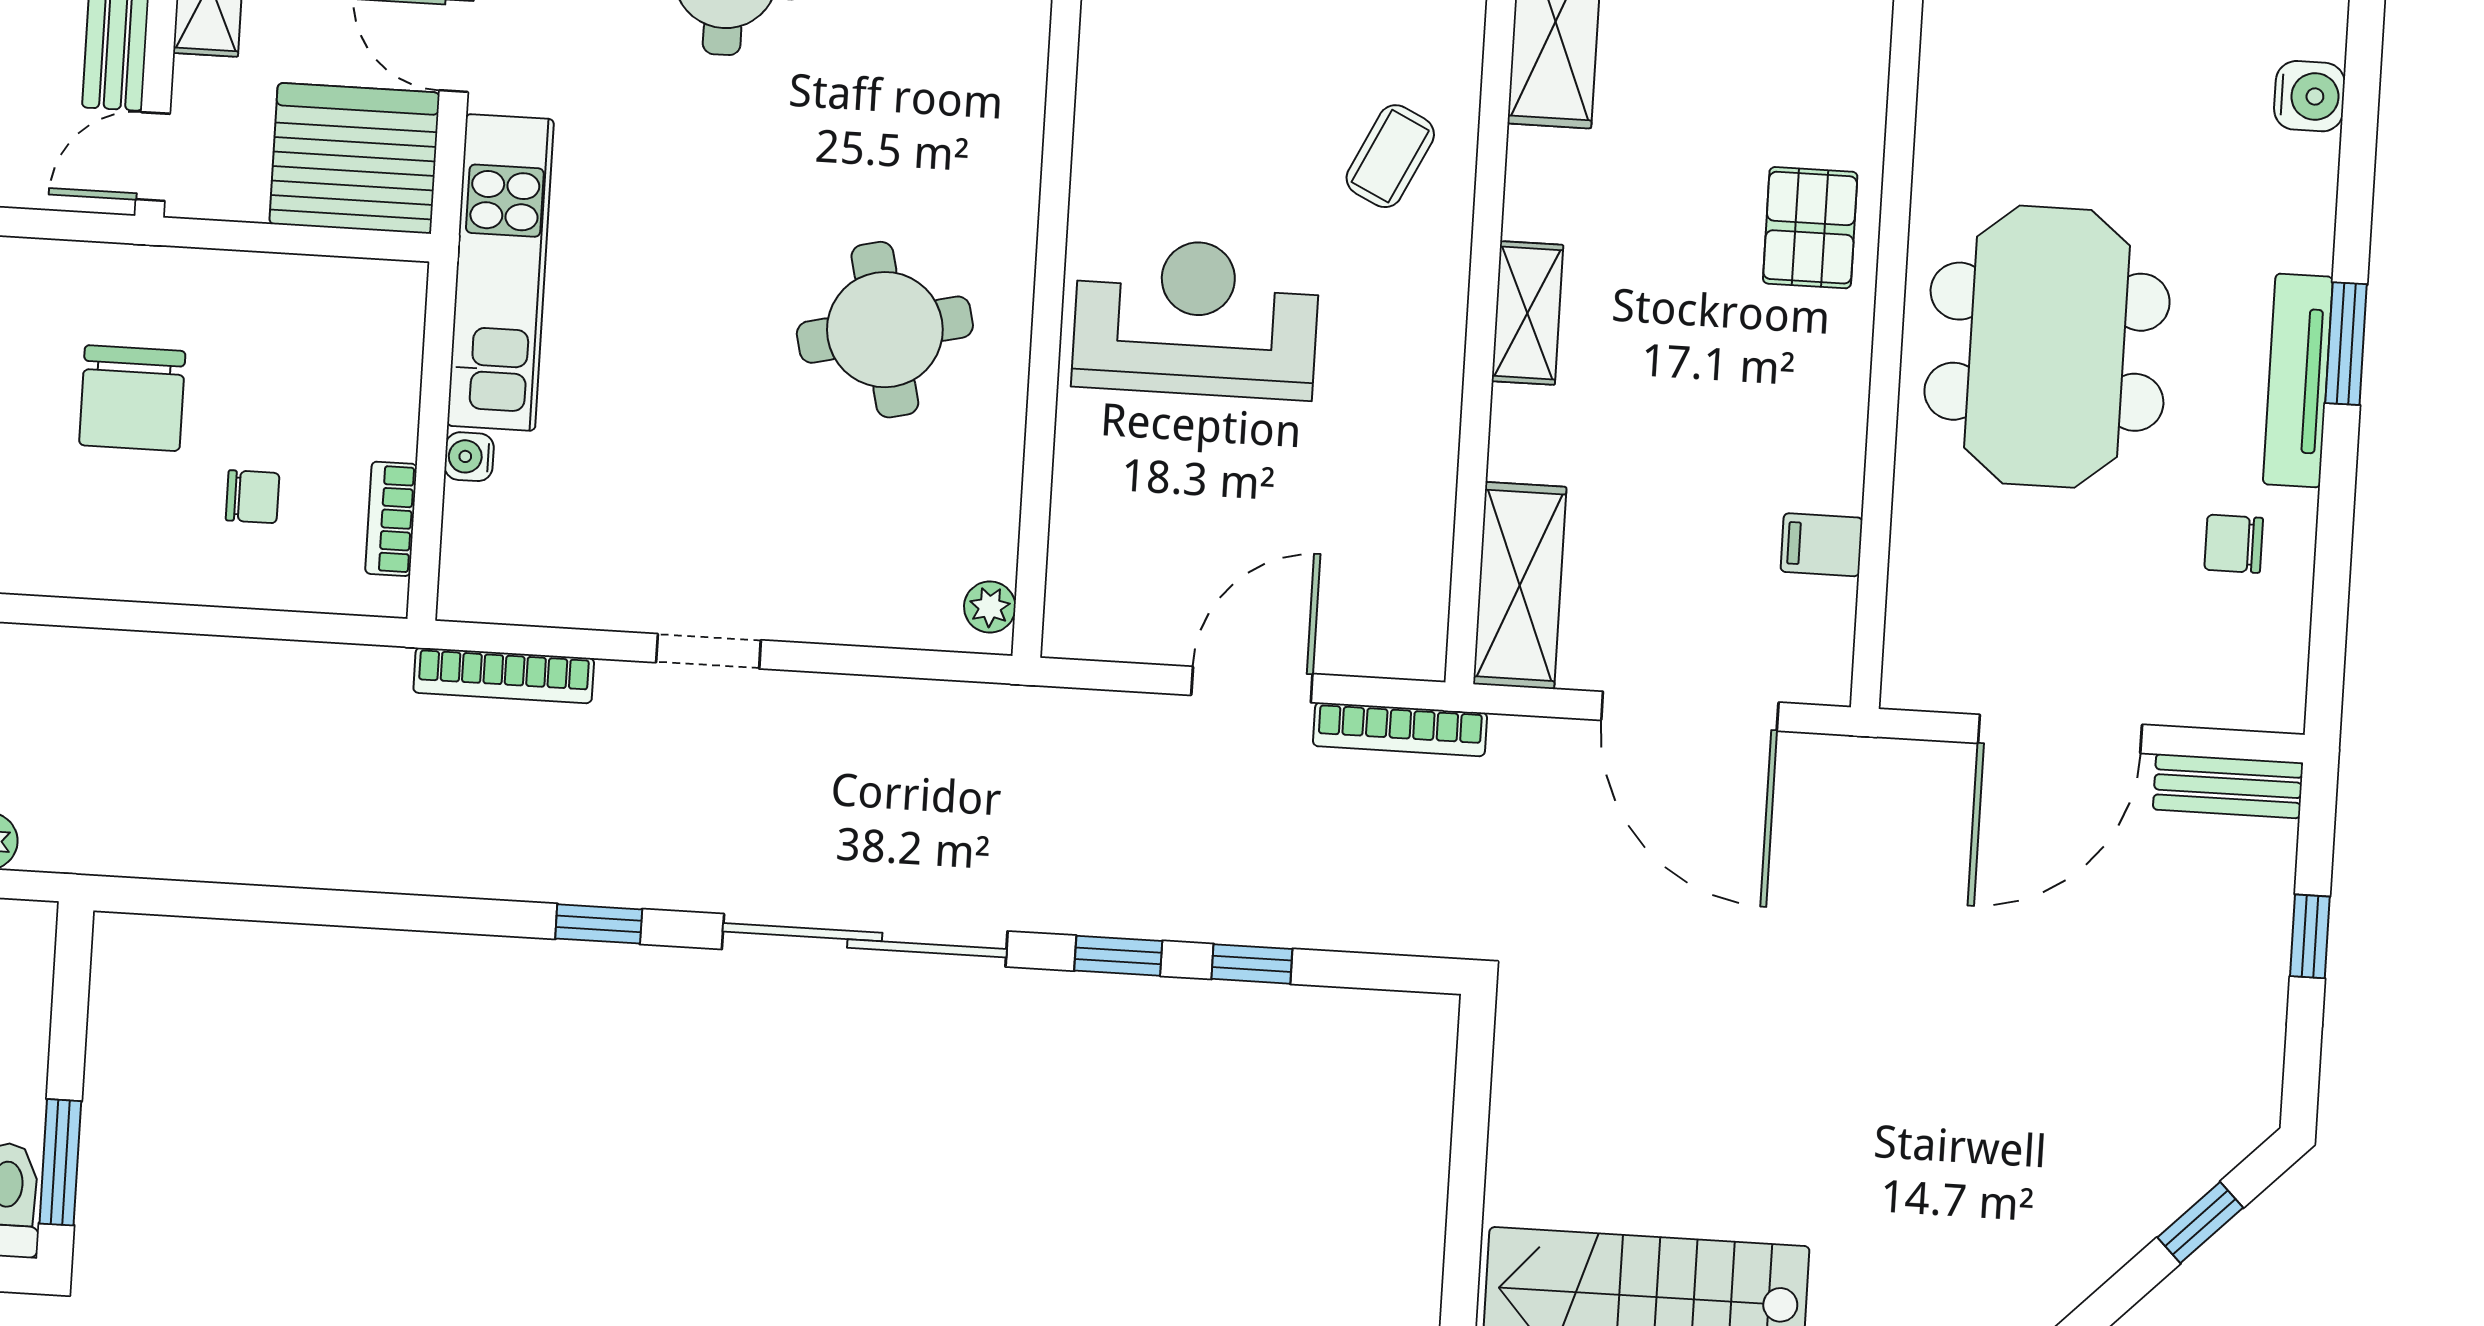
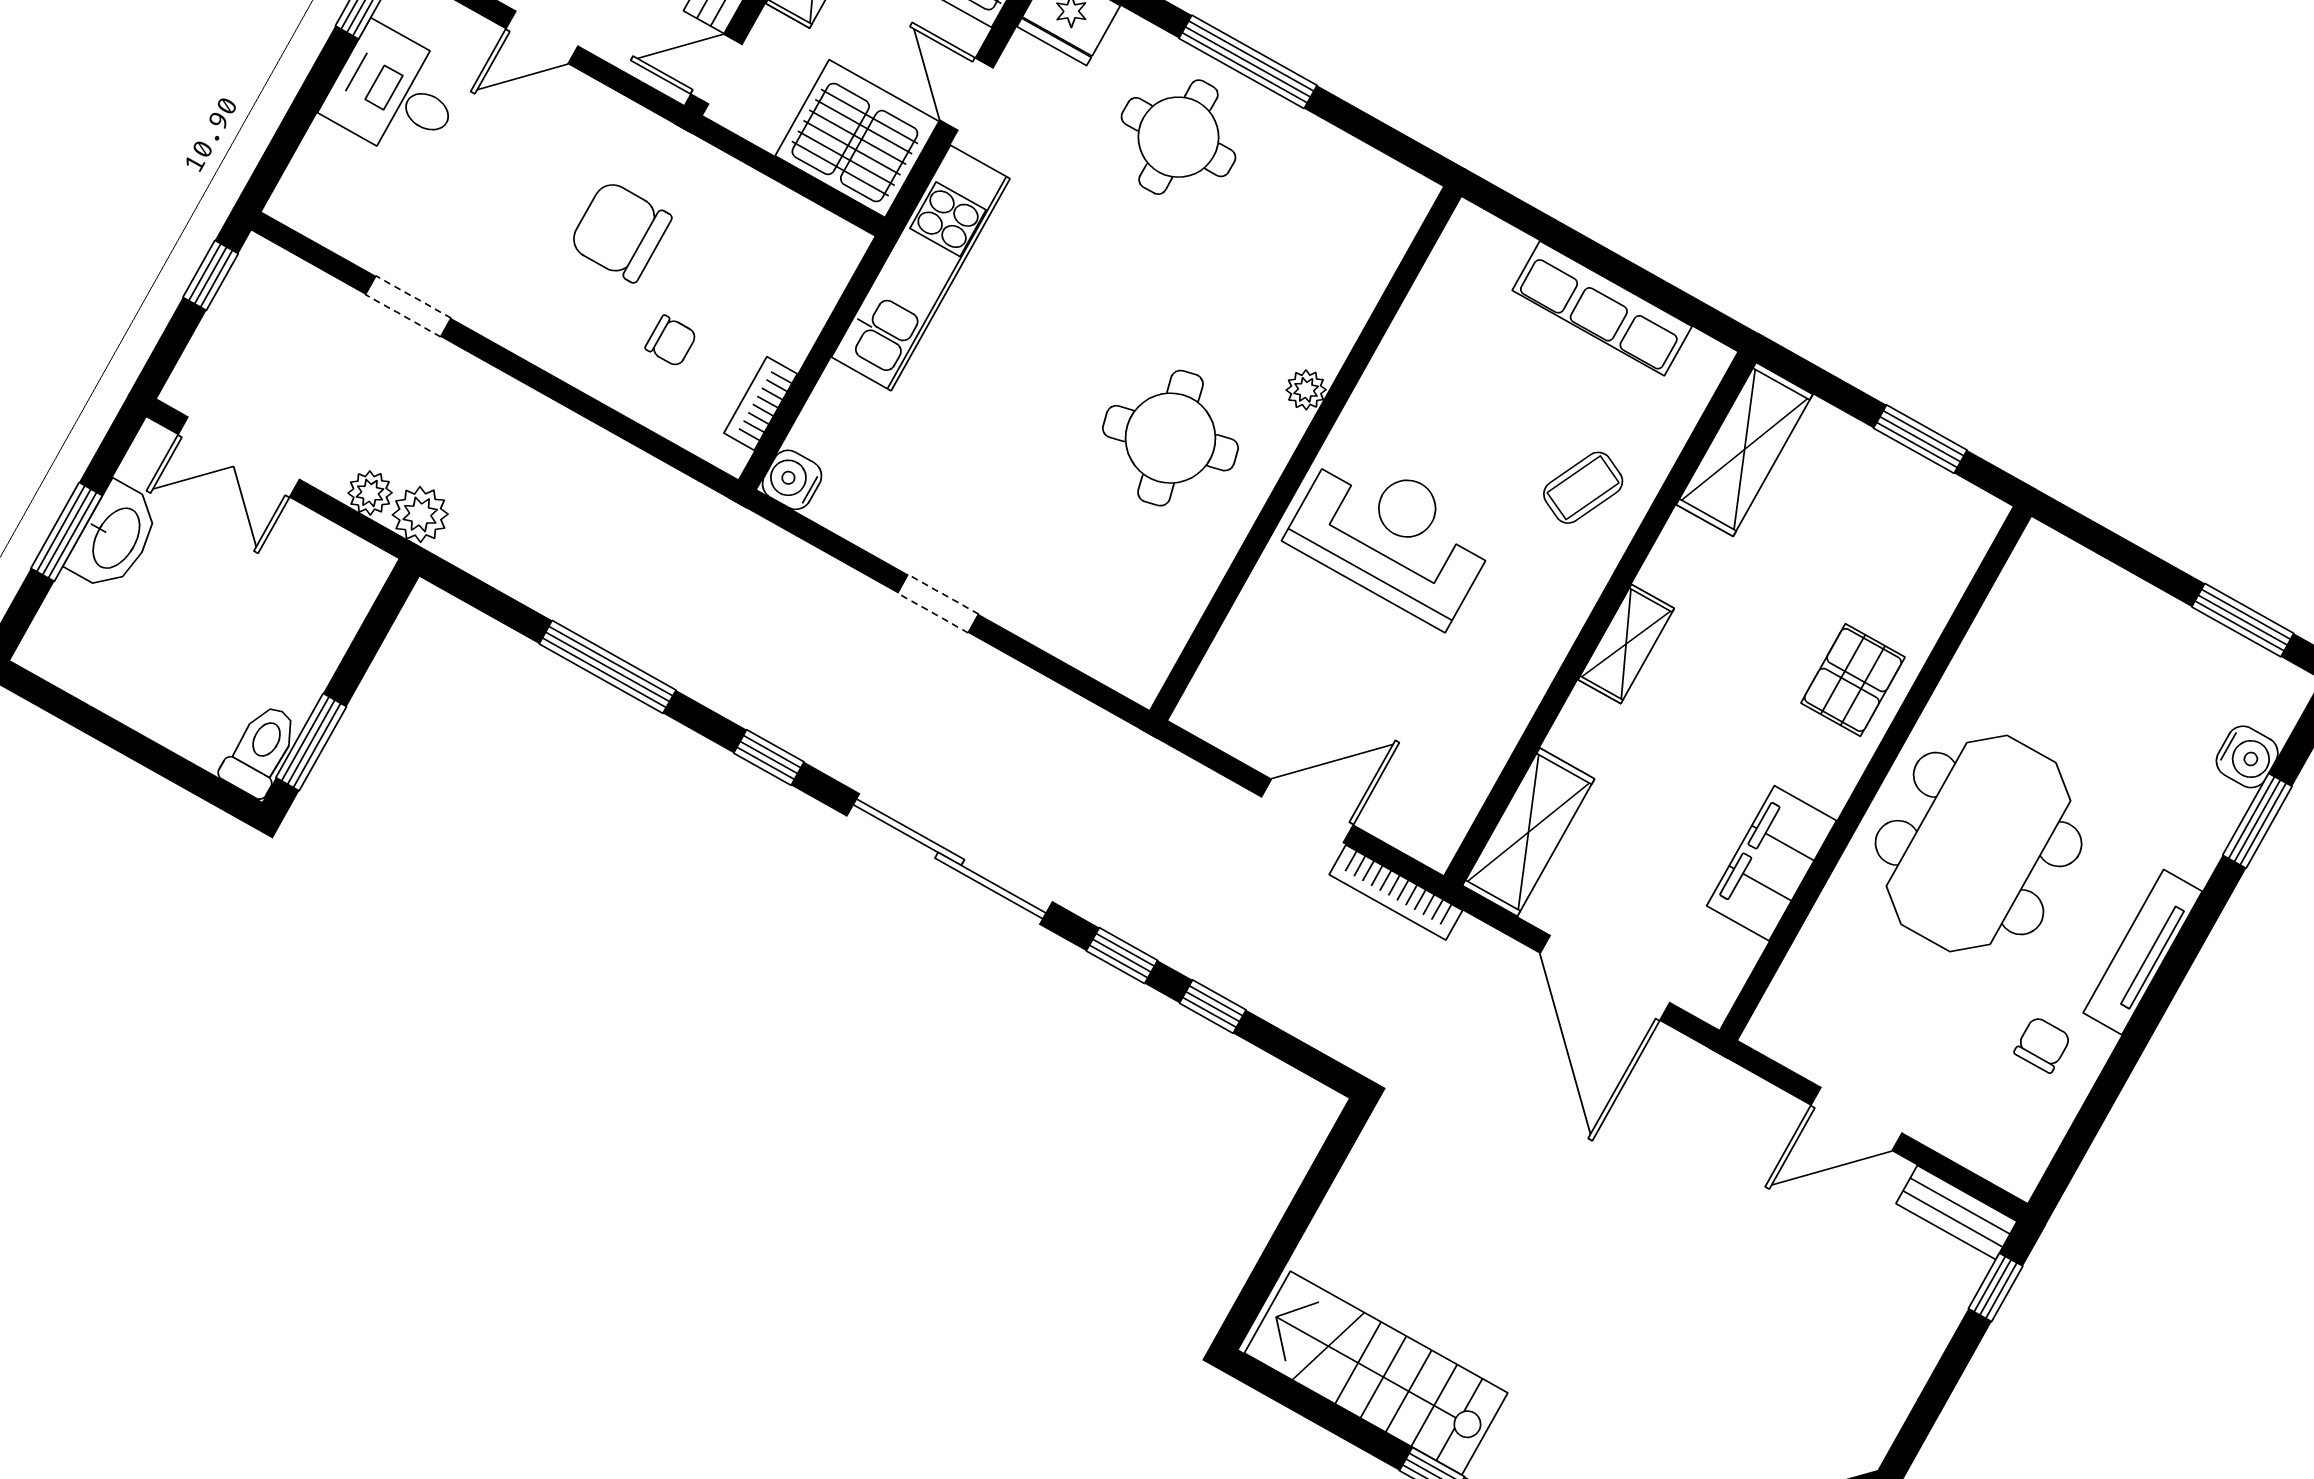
window: (2346, 344) -> (2257, 821), moved
chair: (132, 398) -> (620, 231), turned 90
water cooler: (469, 457) -> (792, 480), moved, width x1.38, depth x1.38
chair: (2234, 544) -> (2043, 1045), turned 90
filing cabinet: (1822, 545) -> (1772, 863), width x3.00, depth x1.17
plant: (990, 607) -> (1306, 390), moved
bookcase: (504, 675) -> (786, 551), removed
door: (2060, 734) -> (1857, 1119), width x0.73
plant: (59, 838) -> (420, 514), added
window: (361, 909) -> (608, 667), added
window: (2310, 936) -> (1996, 1287), moved

